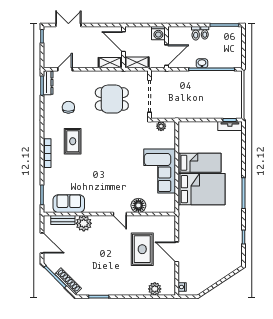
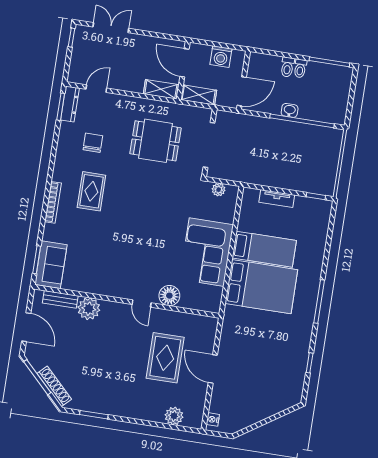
washing machine: (158, 33) -> (221, 57), moved
tv unit: (230, 126) -> (277, 199), moved
sofa: (69, 204) -> (51, 265), moved, turned 90

